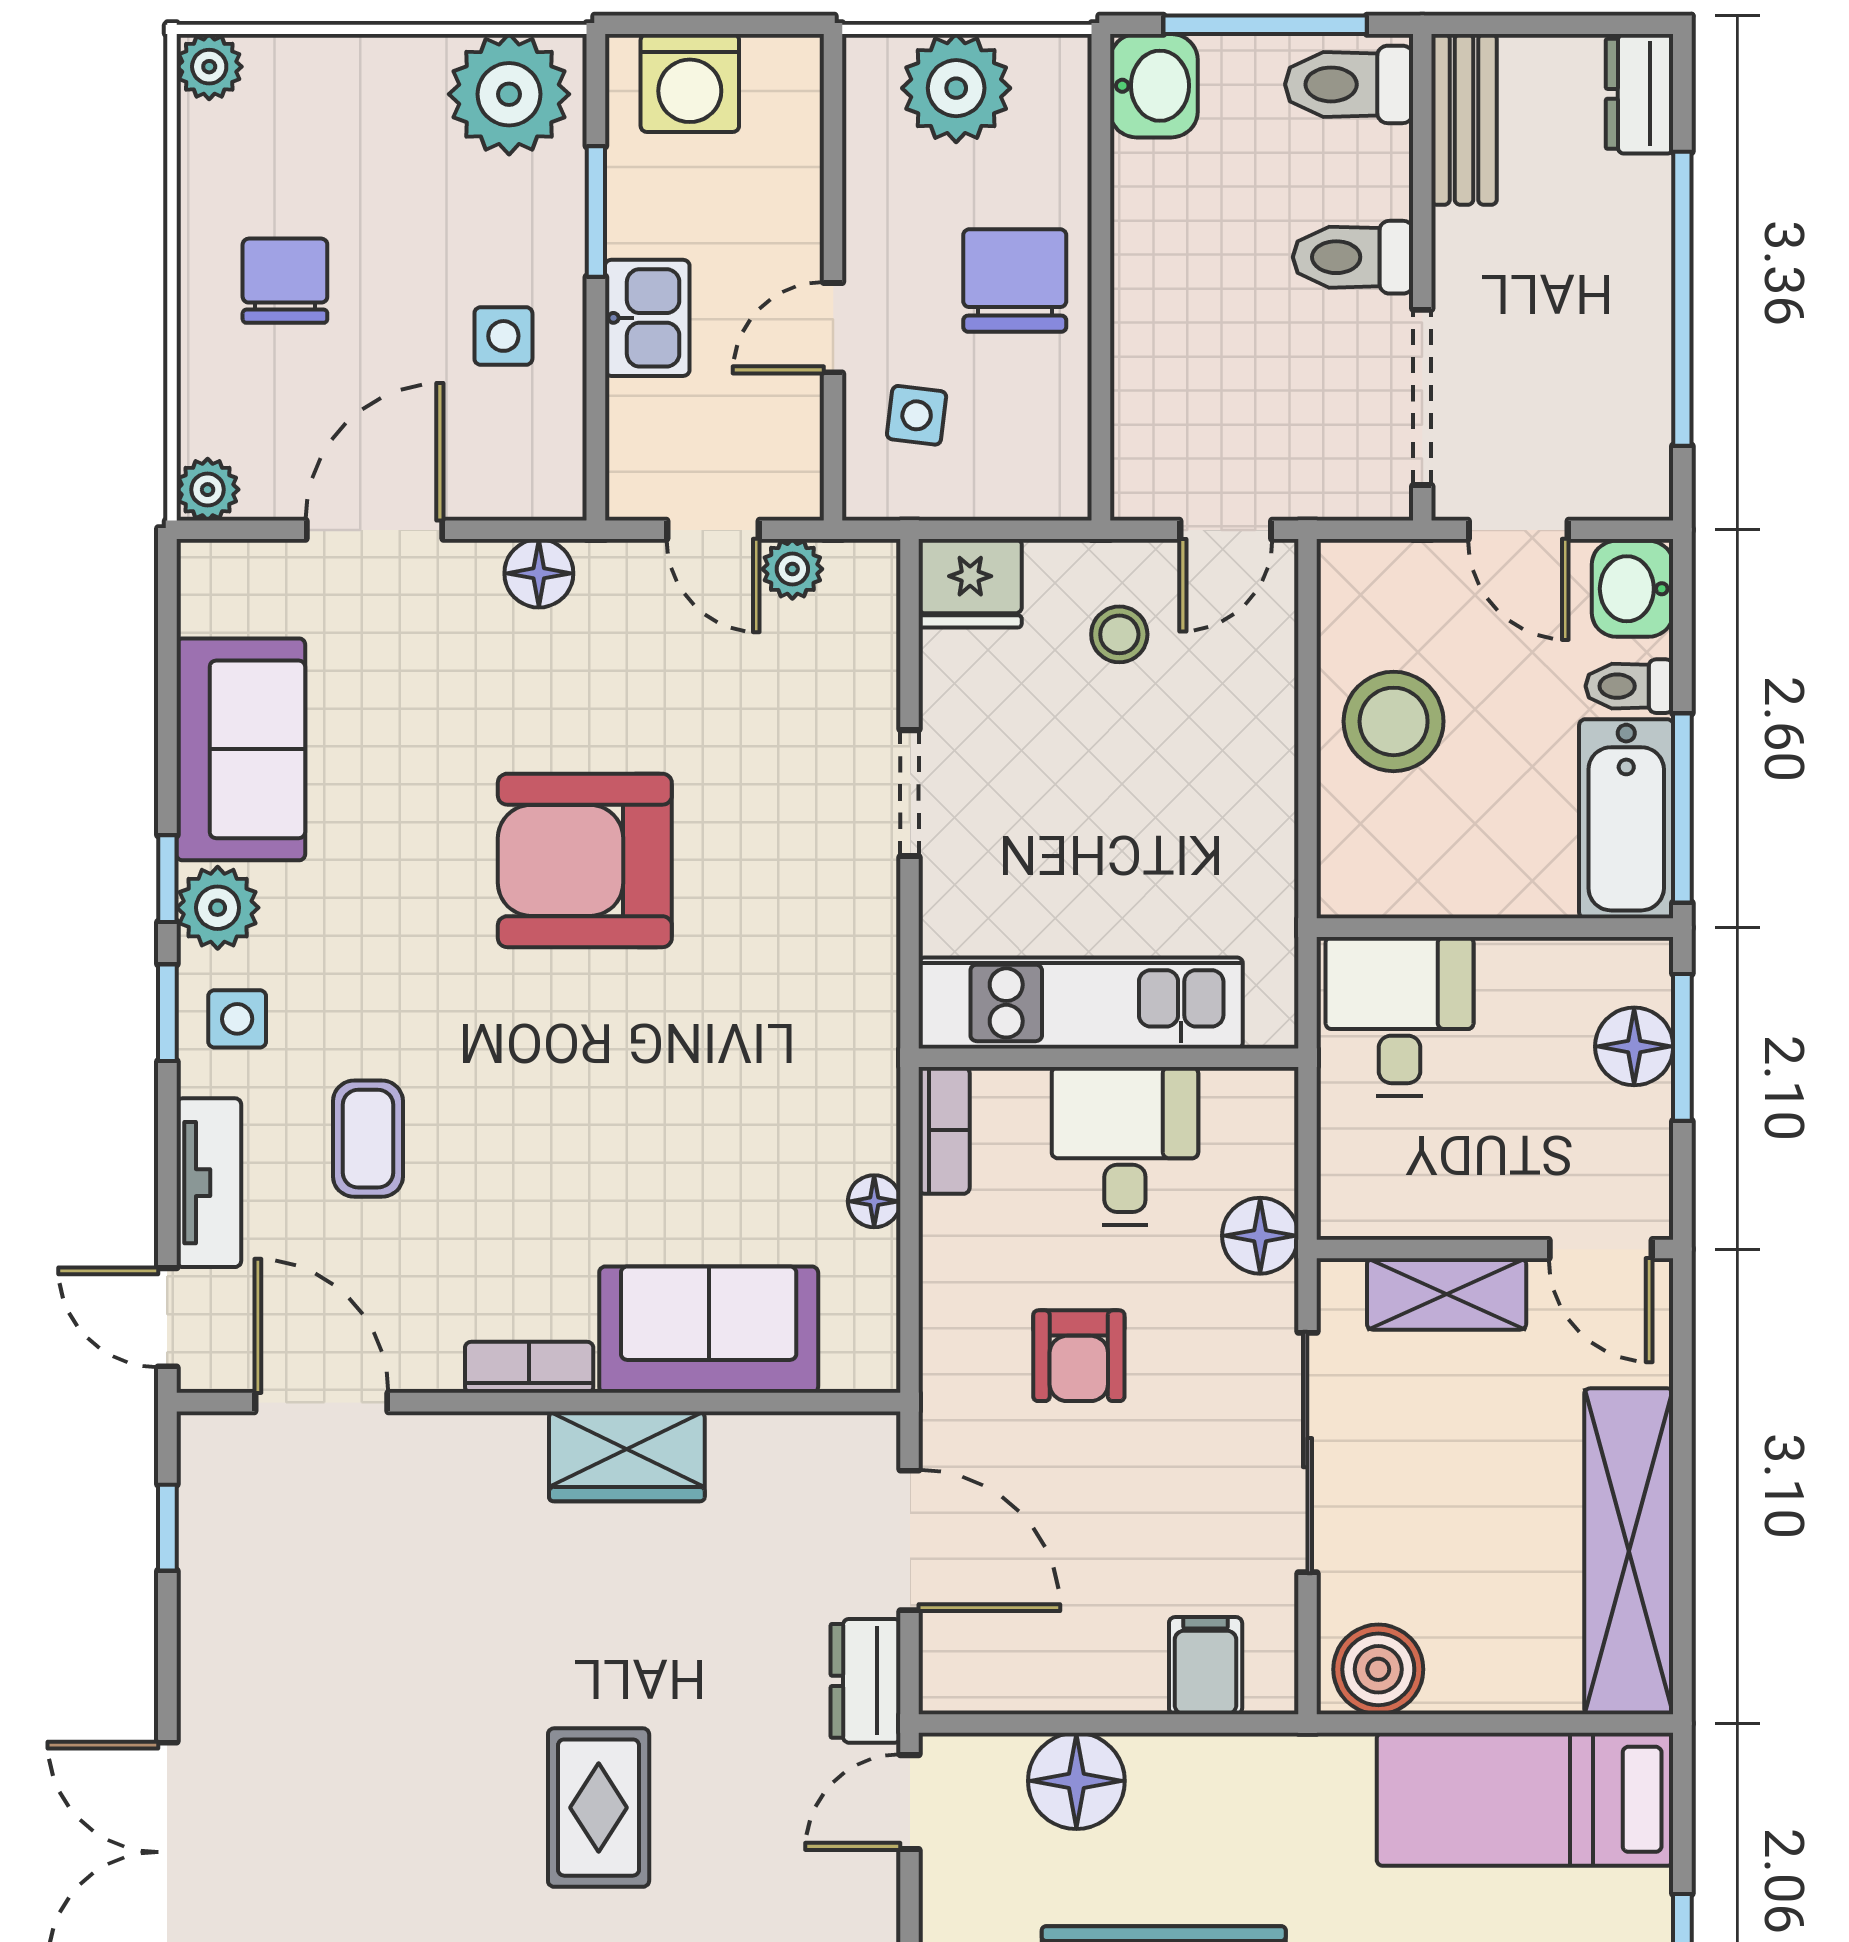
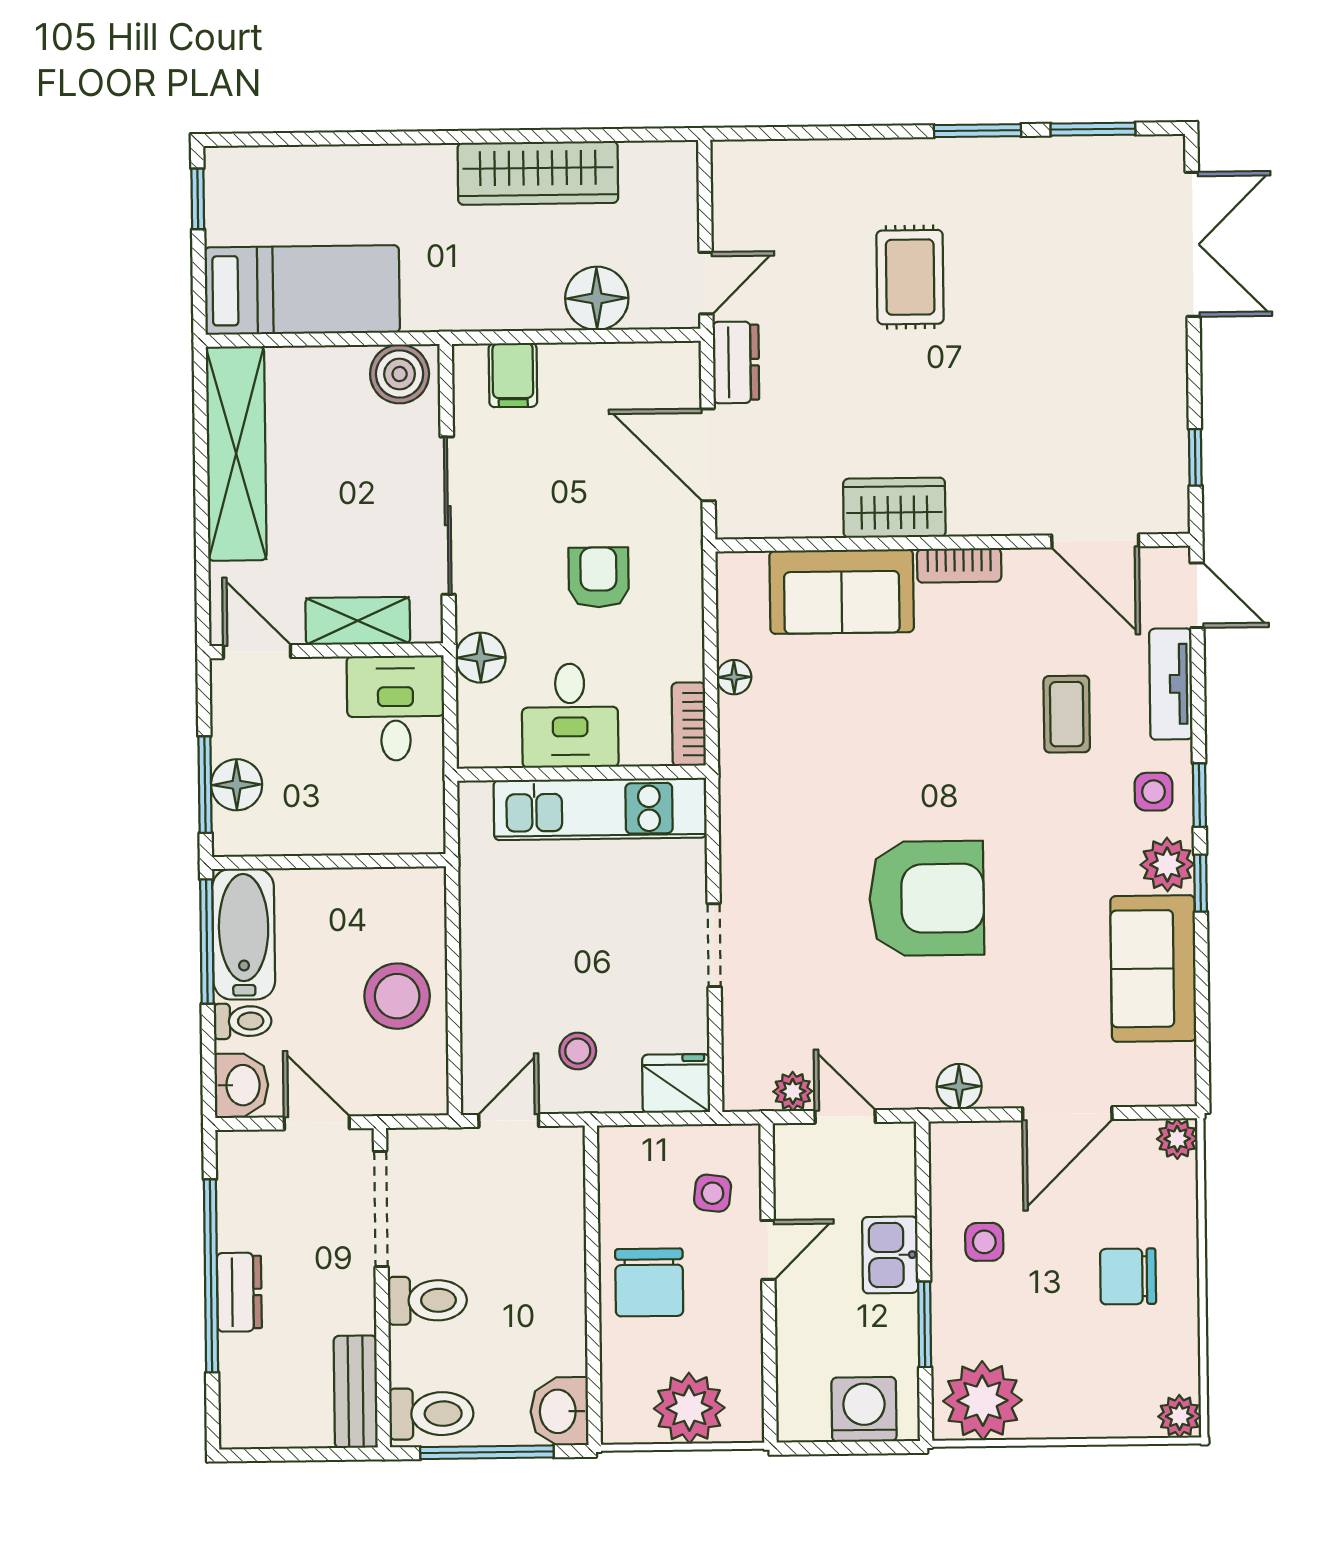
dresser: (1640, 94) -> (239, 1292), moved
chair: (285, 281) -> (1128, 1276), turned 90
desk: (1399, 1016) -> (396, 708), moved, turned 180

